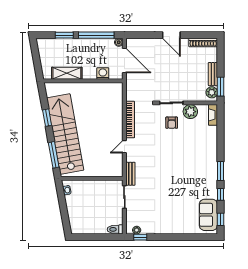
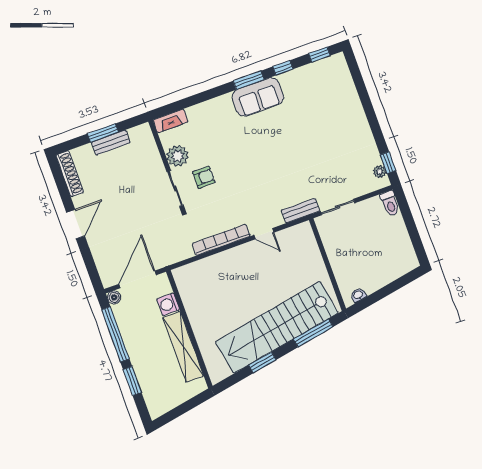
shelving: (67, 73) -> (183, 347), width x1.47
window: (220, 87) -> (103, 133), moved
plant: (212, 92) -> (138, 135), removed
sofa: (208, 215) -> (258, 97), moved

